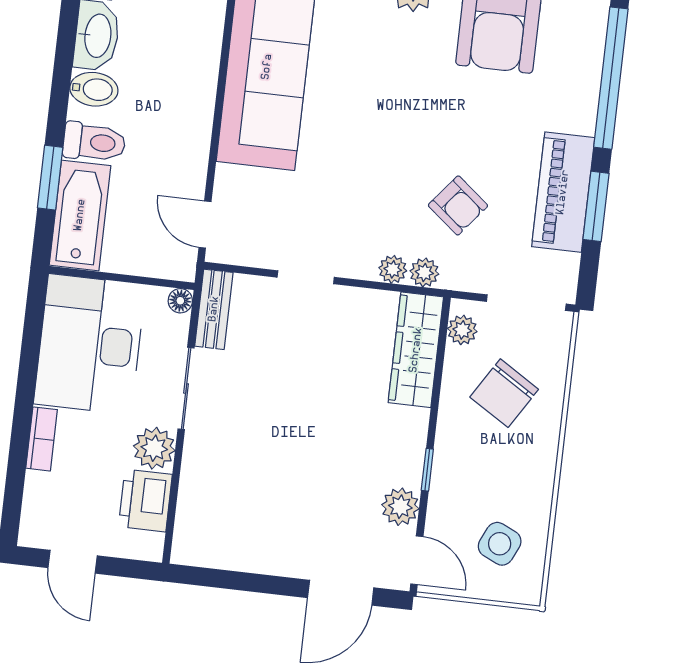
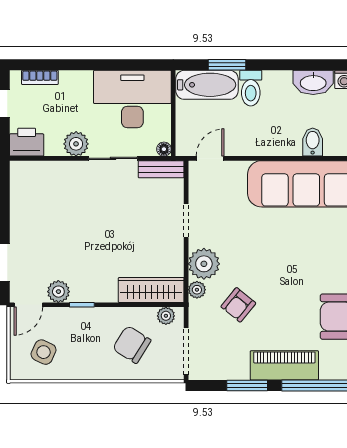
bidet: (94, 89) -> (313, 142), moved, turned 180
piano: (563, 192) -> (284, 365), moved
plant: (393, 269) -> (204, 264), width x1.88, depth x1.88
bookcase: (42, 439) -> (40, 77), moved
printer: (145, 500) -> (27, 142), moved

